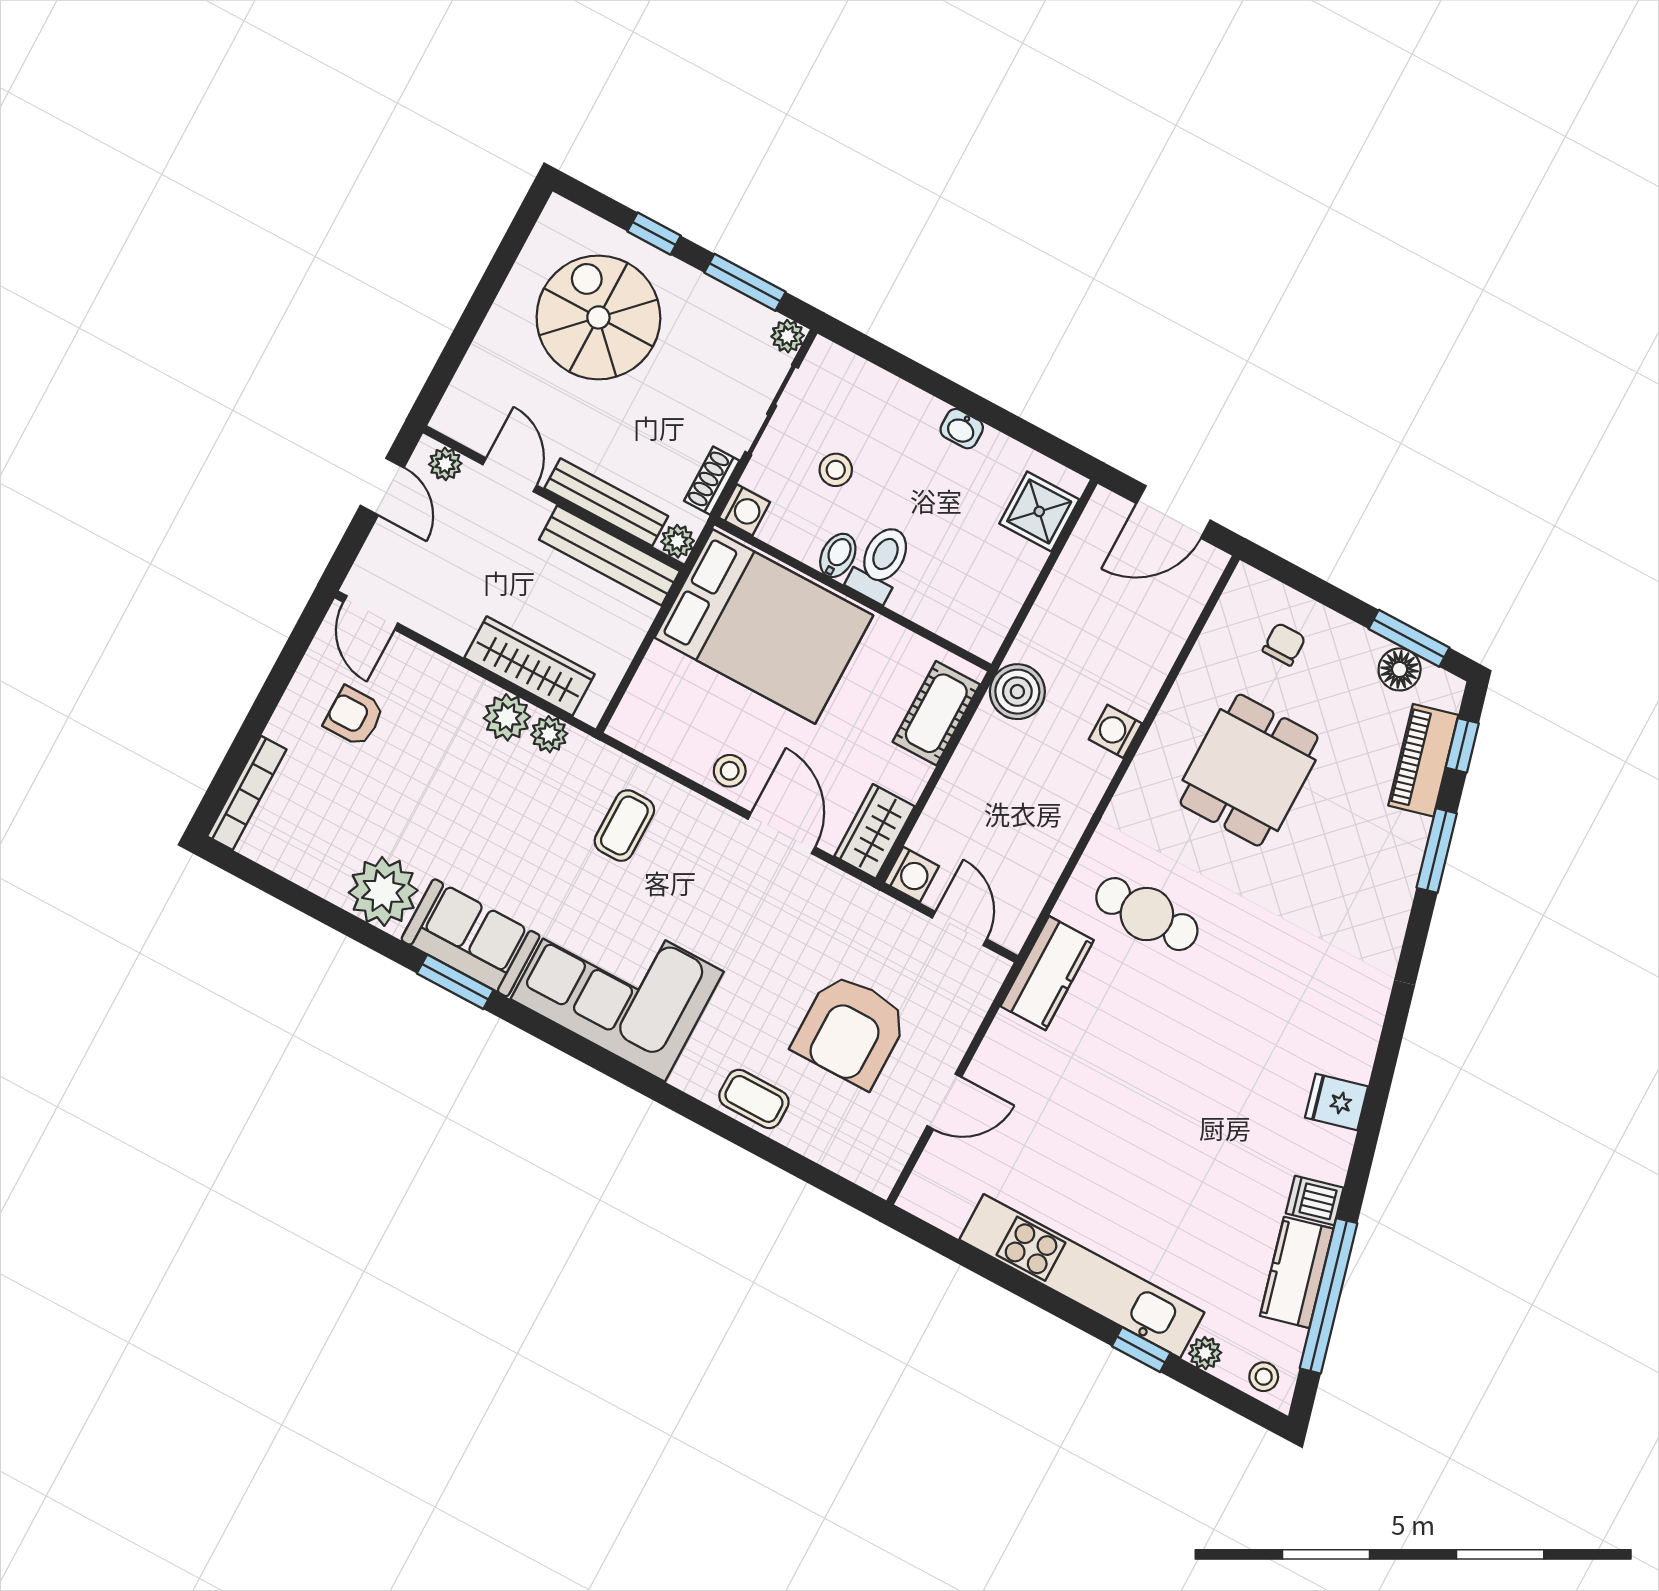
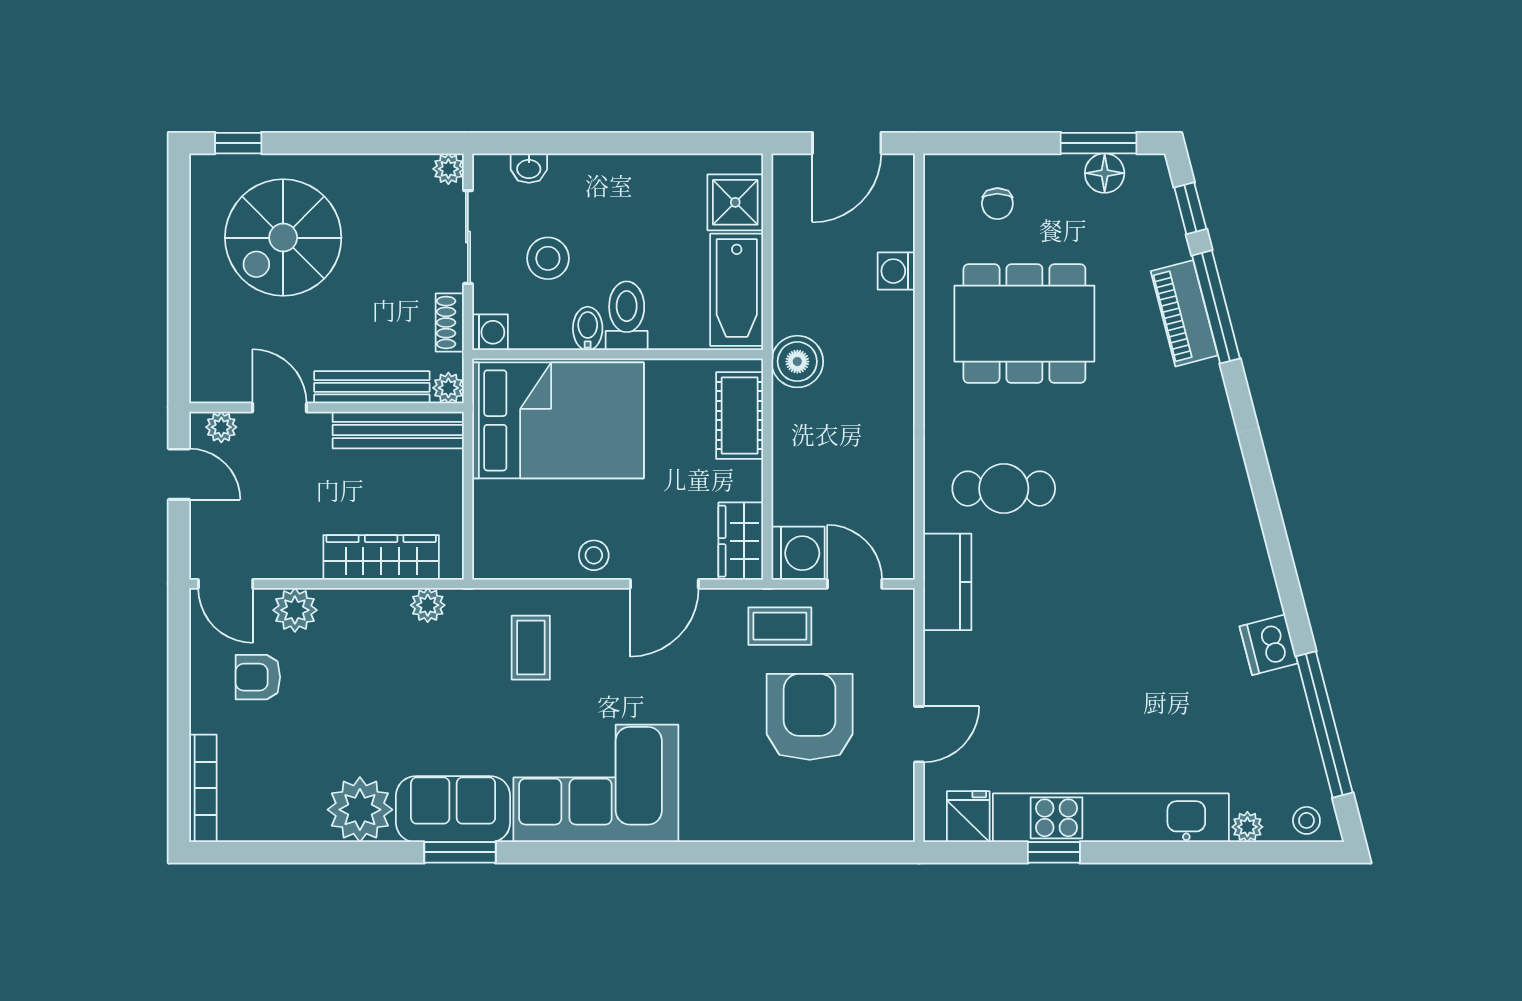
window: (654, 234) -> (238, 143), moved
window: (745, 282) -> (389, 143), removed
spiral stairs: (598, 317) -> (283, 238), turned -90
washbasin: (962, 429) -> (529, 168), moved
stool: (836, 470) -> (548, 258), width x1.37, depth x1.37
bathtub: (997, 594) -> (737, 290), added
chair: (1284, 644) -> (997, 204), turned 180
plant: (507, 717) -> (295, 610), moved
washing machine: (1115, 731) -> (896, 271), moved
piano: (1423, 760) -> (1184, 313), moved
dining table: (1249, 770) -> (1024, 324), width x1.38
door: (781, 833) -> (664, 584), swing flipped
window: (1437, 851) -> (1216, 307), width x1.44
washing machine: (911, 874) -> (798, 553), width x1.38, depth x1.38
armchair: (851, 1030) -> (810, 717), turned 180
coffee table: (754, 1099) -> (780, 626), moved
fridge: (1337, 1102) -> (968, 817), moved, turned 105
dishwasher: (1315, 1201) -> (1269, 645), width x1.38
kitchen counter: (1297, 1272) -> (1287, 719), removed
window: (1141, 1350) -> (1054, 852), moved

